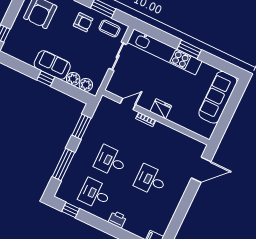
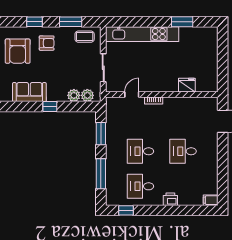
armchair: (83, 22) -> (47, 43), moved
window: (189, 49) -> (182, 22), moved
sliding door: (118, 56) -> (103, 68), moved
sofa: (52, 65) -> (29, 92), moved
sofa: (218, 97) -> (207, 51), removed
fridge: (161, 109) -> (187, 85), moved

